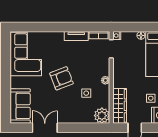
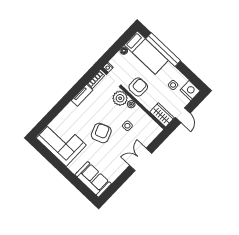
armchair: (124, 73) -> (138, 87), added
wardrobe: (120, 106) -> (162, 115), width x0.67
plant: (102, 116) -> (120, 98), moved
double door: (45, 128) -> (141, 159), moved

